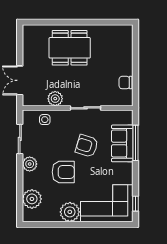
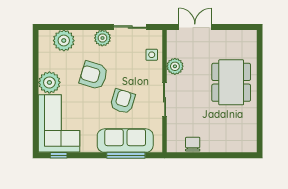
sofa: (122, 143) -> (125, 141), width x1.36
armchair: (63, 172) -> (94, 75), turned 107

